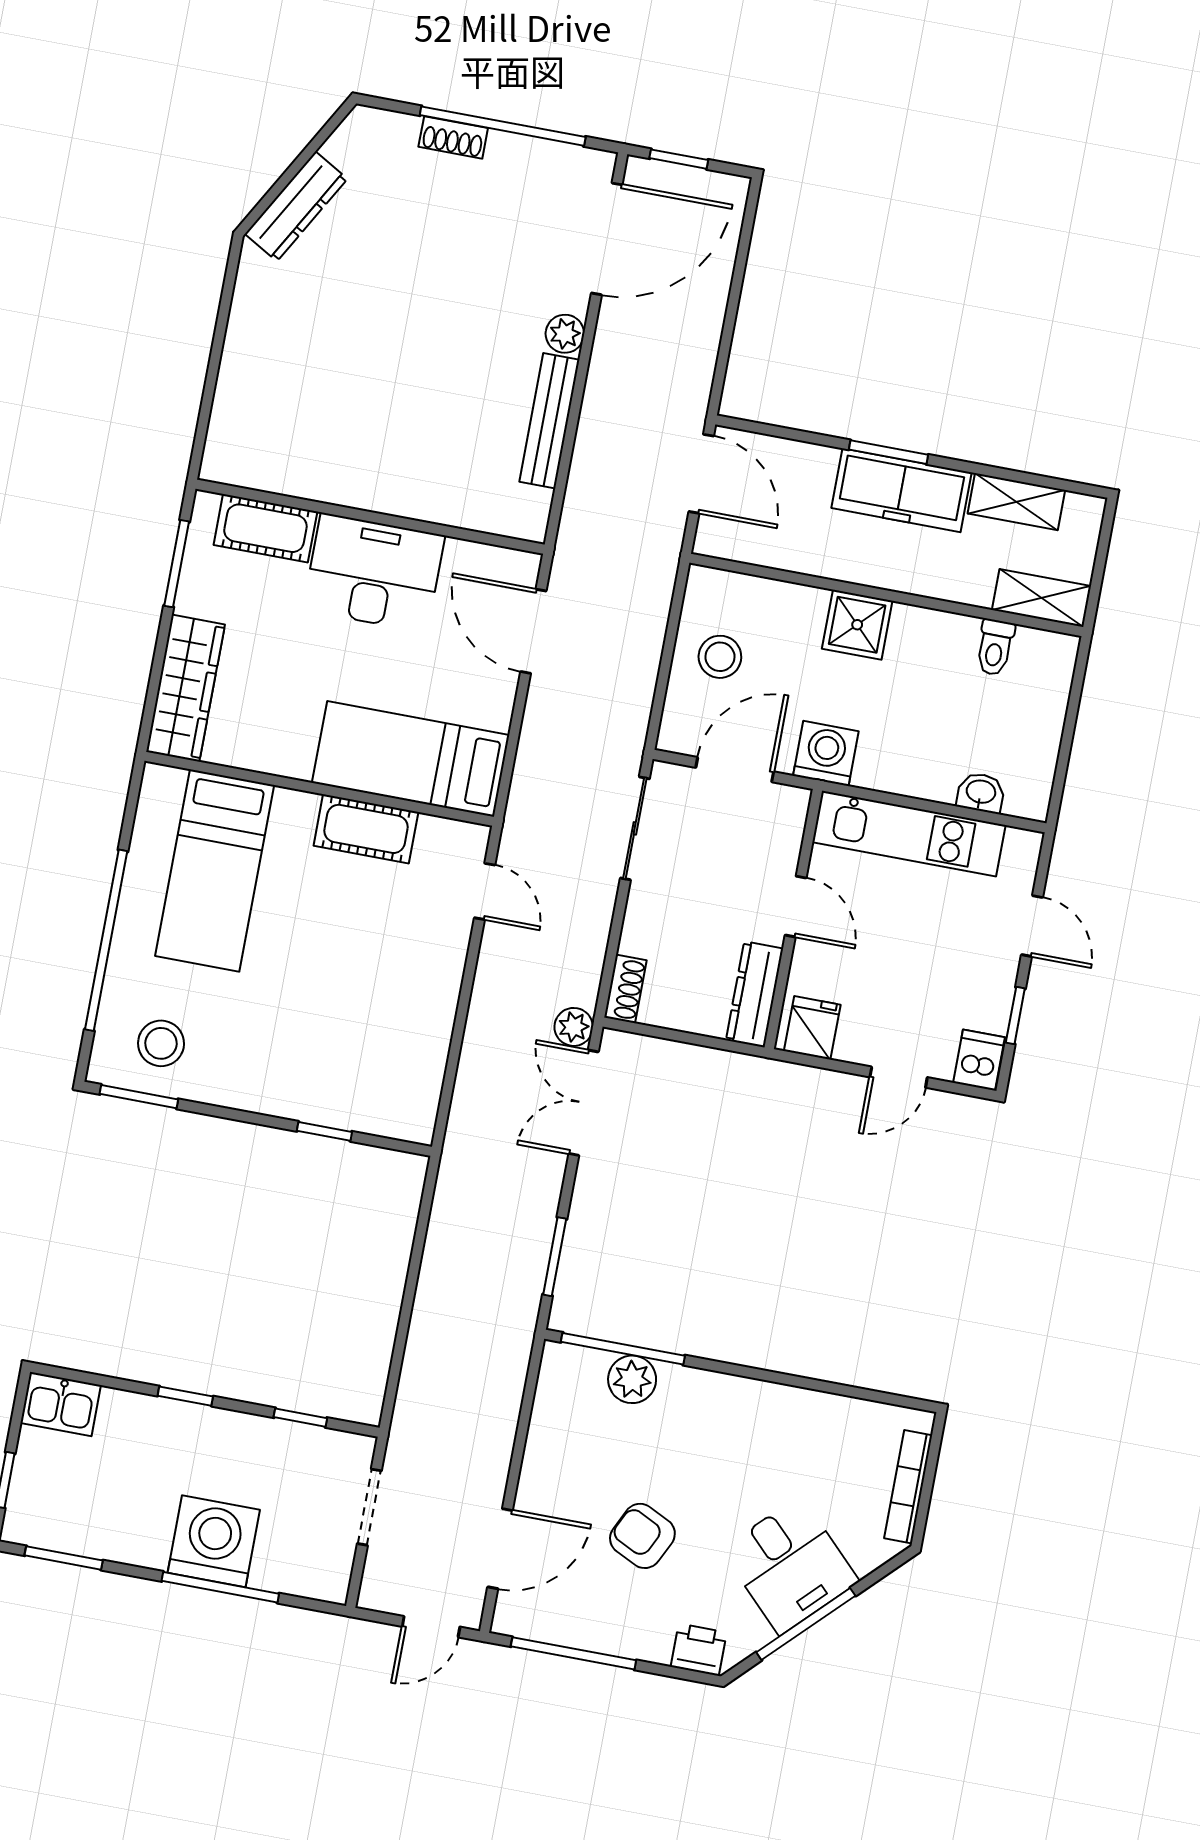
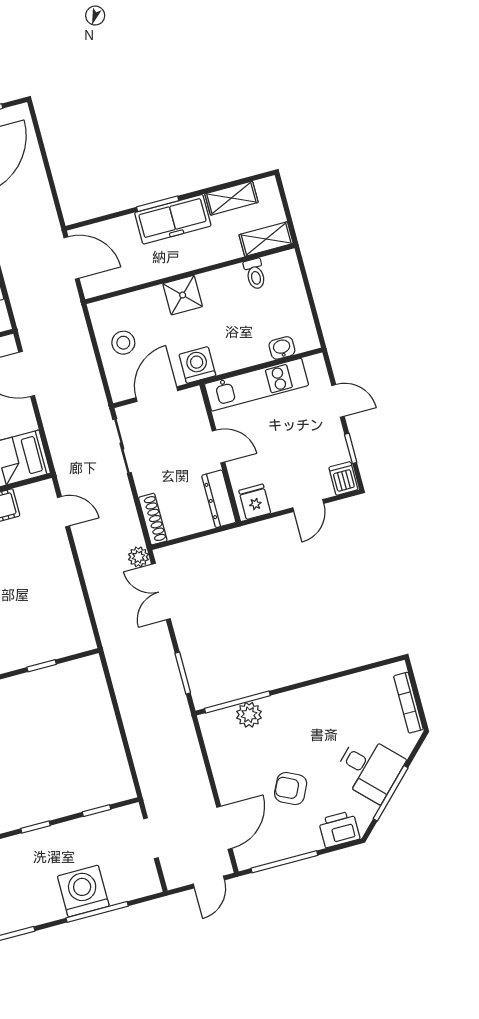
shoe rack: (625, 989) -> (153, 519), width x1.43
printer: (699, 1650) -> (339, 829), width x1.36, depth x1.24

